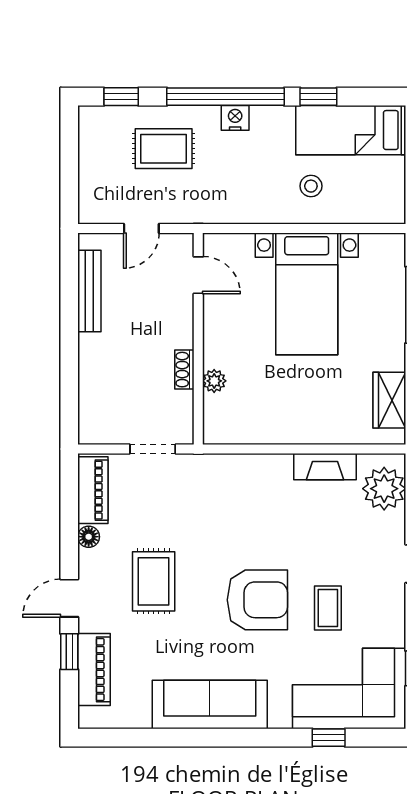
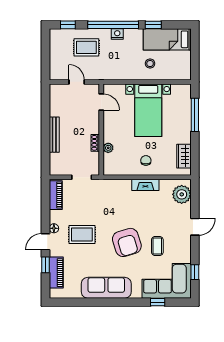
door: (141, 229) -> (77, 82), swing flipped
bench: (89, 291) -> (54, 135), moved
chair: (301, 410) -> (146, 160), added
fireplace: (325, 467) -> (145, 185), moved
floor lamp: (89, 537) -> (54, 228), moved
rug: (154, 581) -> (82, 234), turned 90
armchair: (257, 600) -> (127, 242), turned 73

